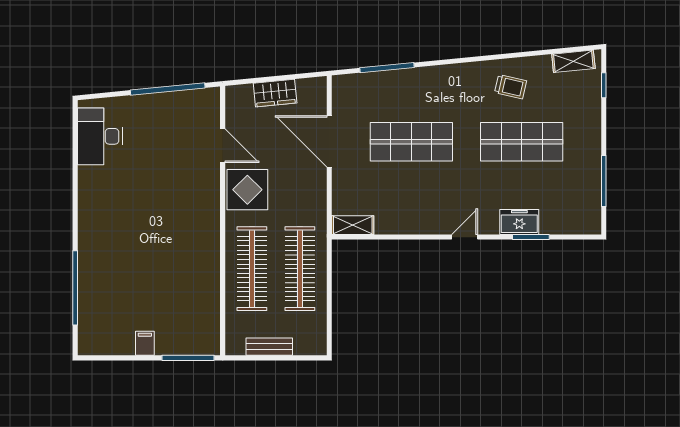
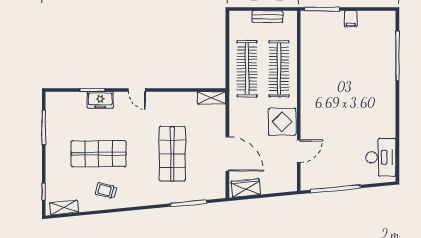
wardrobe: (275, 93) -> (246, 188), moved
shop shelf: (411, 142) -> (172, 154), turned 90
door: (223, 146) -> (299, 151), swing flipped
door: (465, 237) -> (137, 90), hinge flipped

